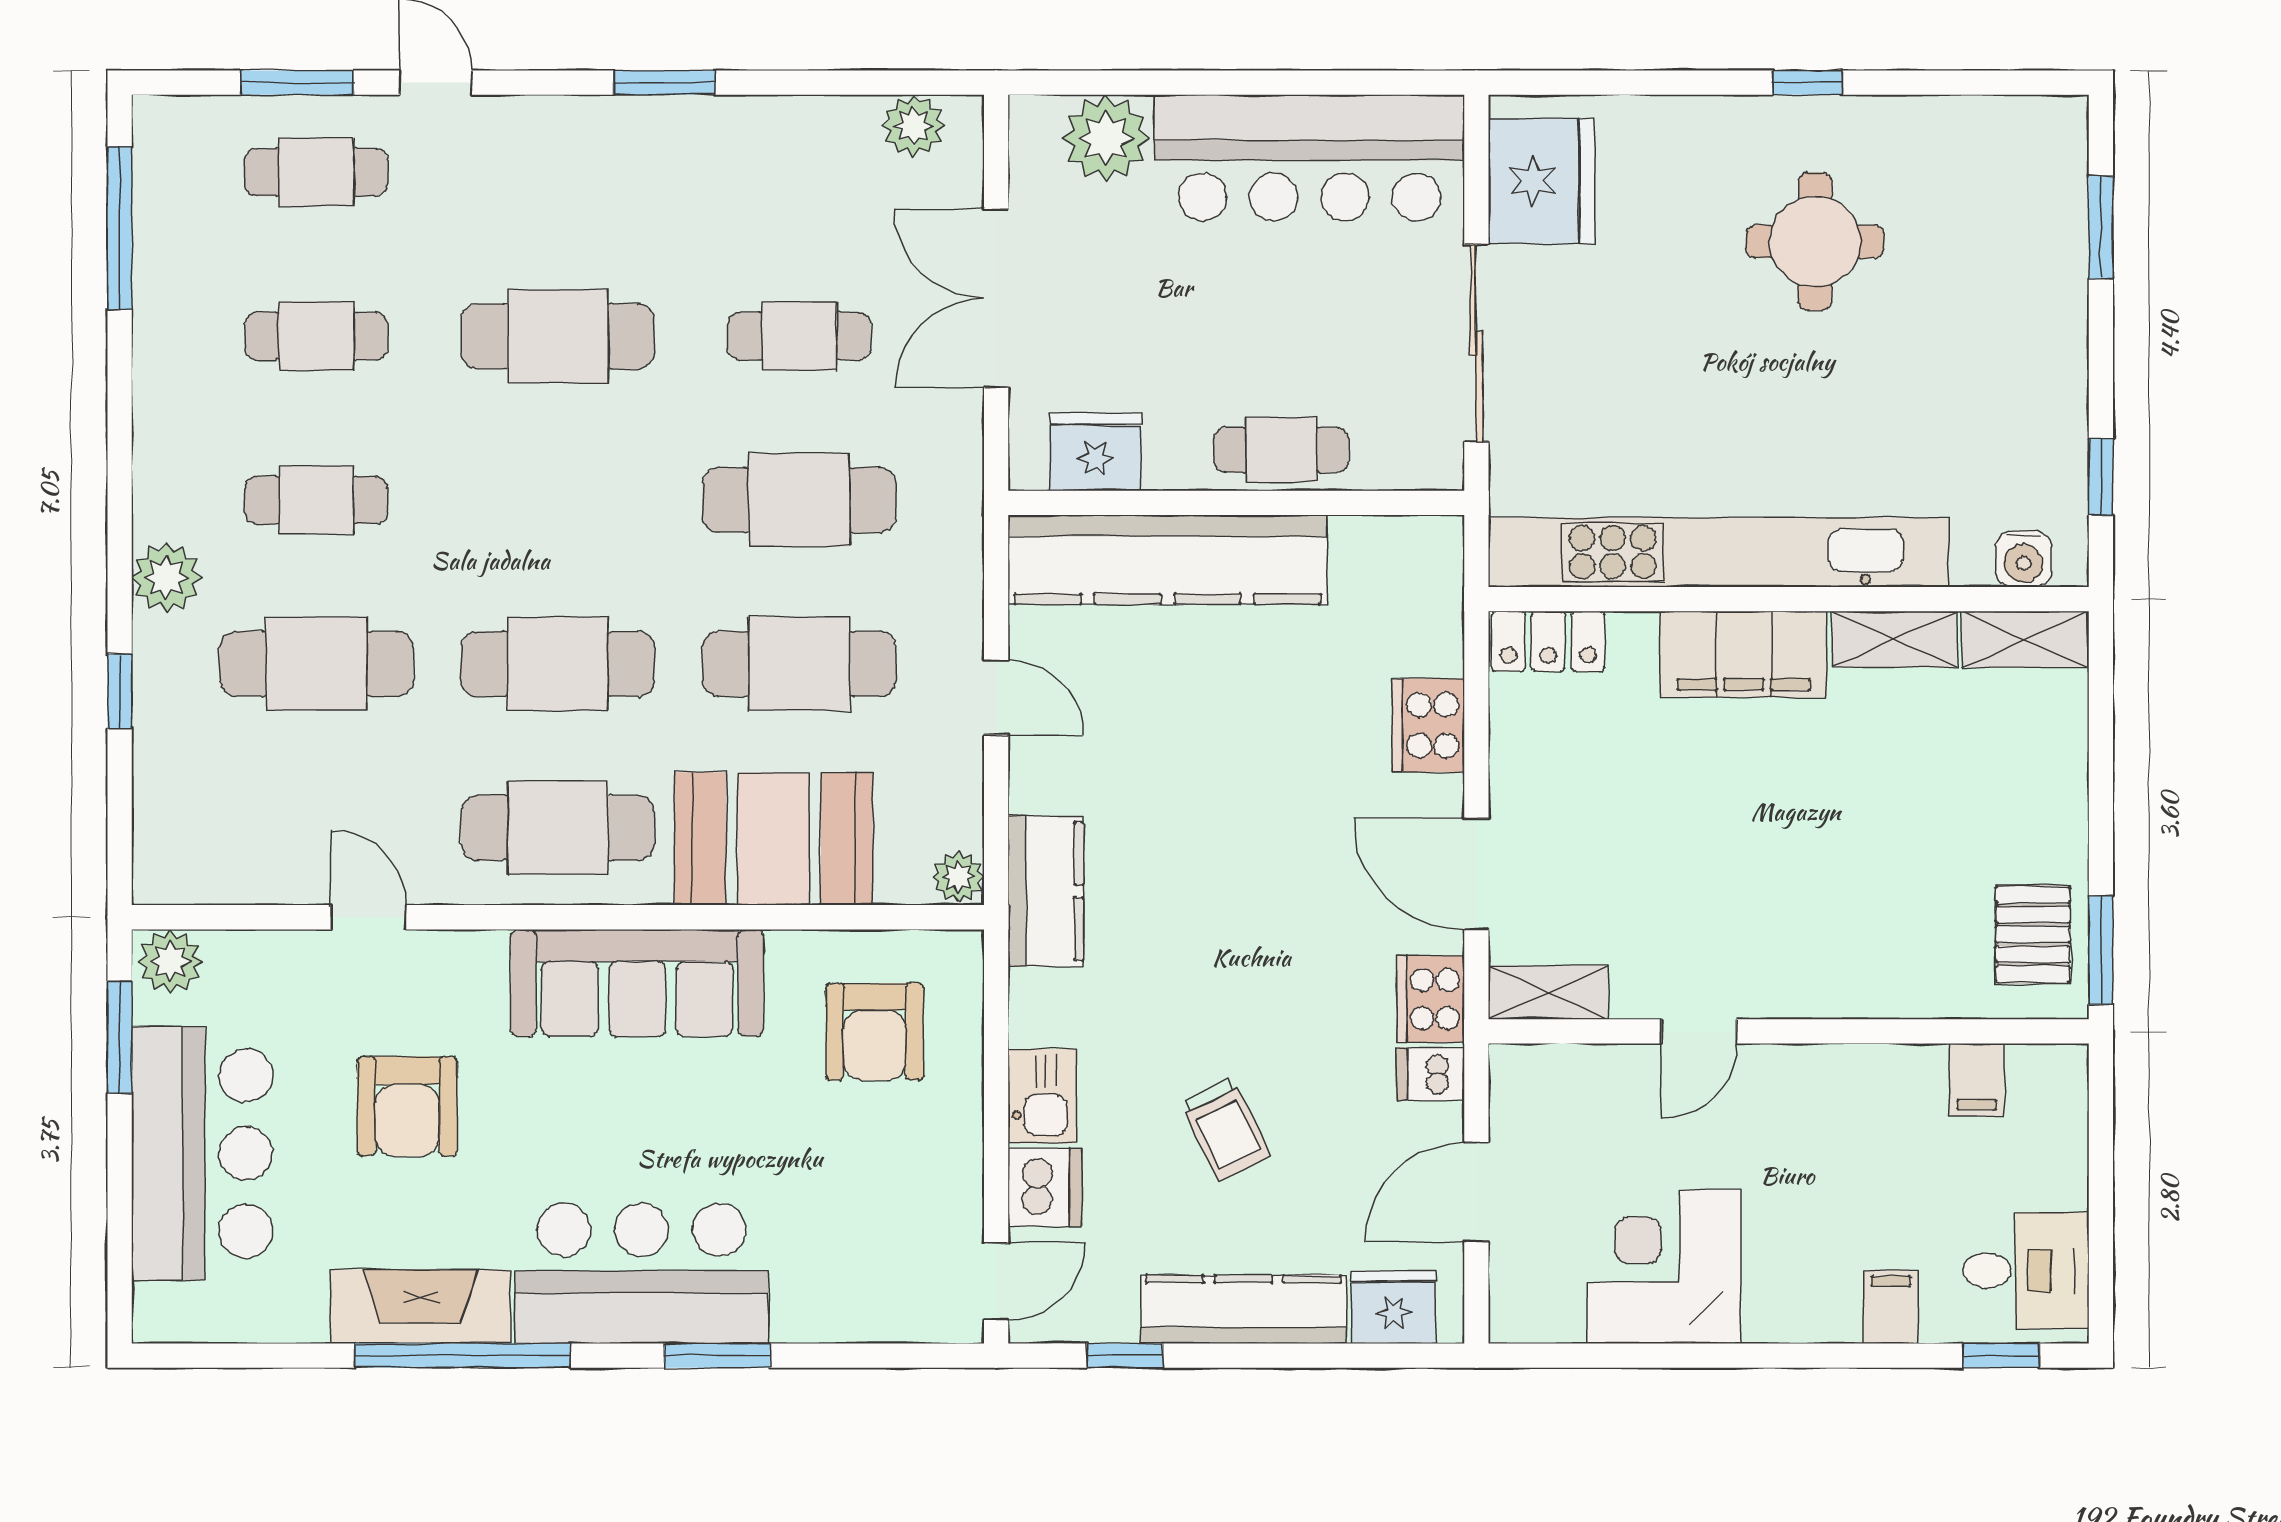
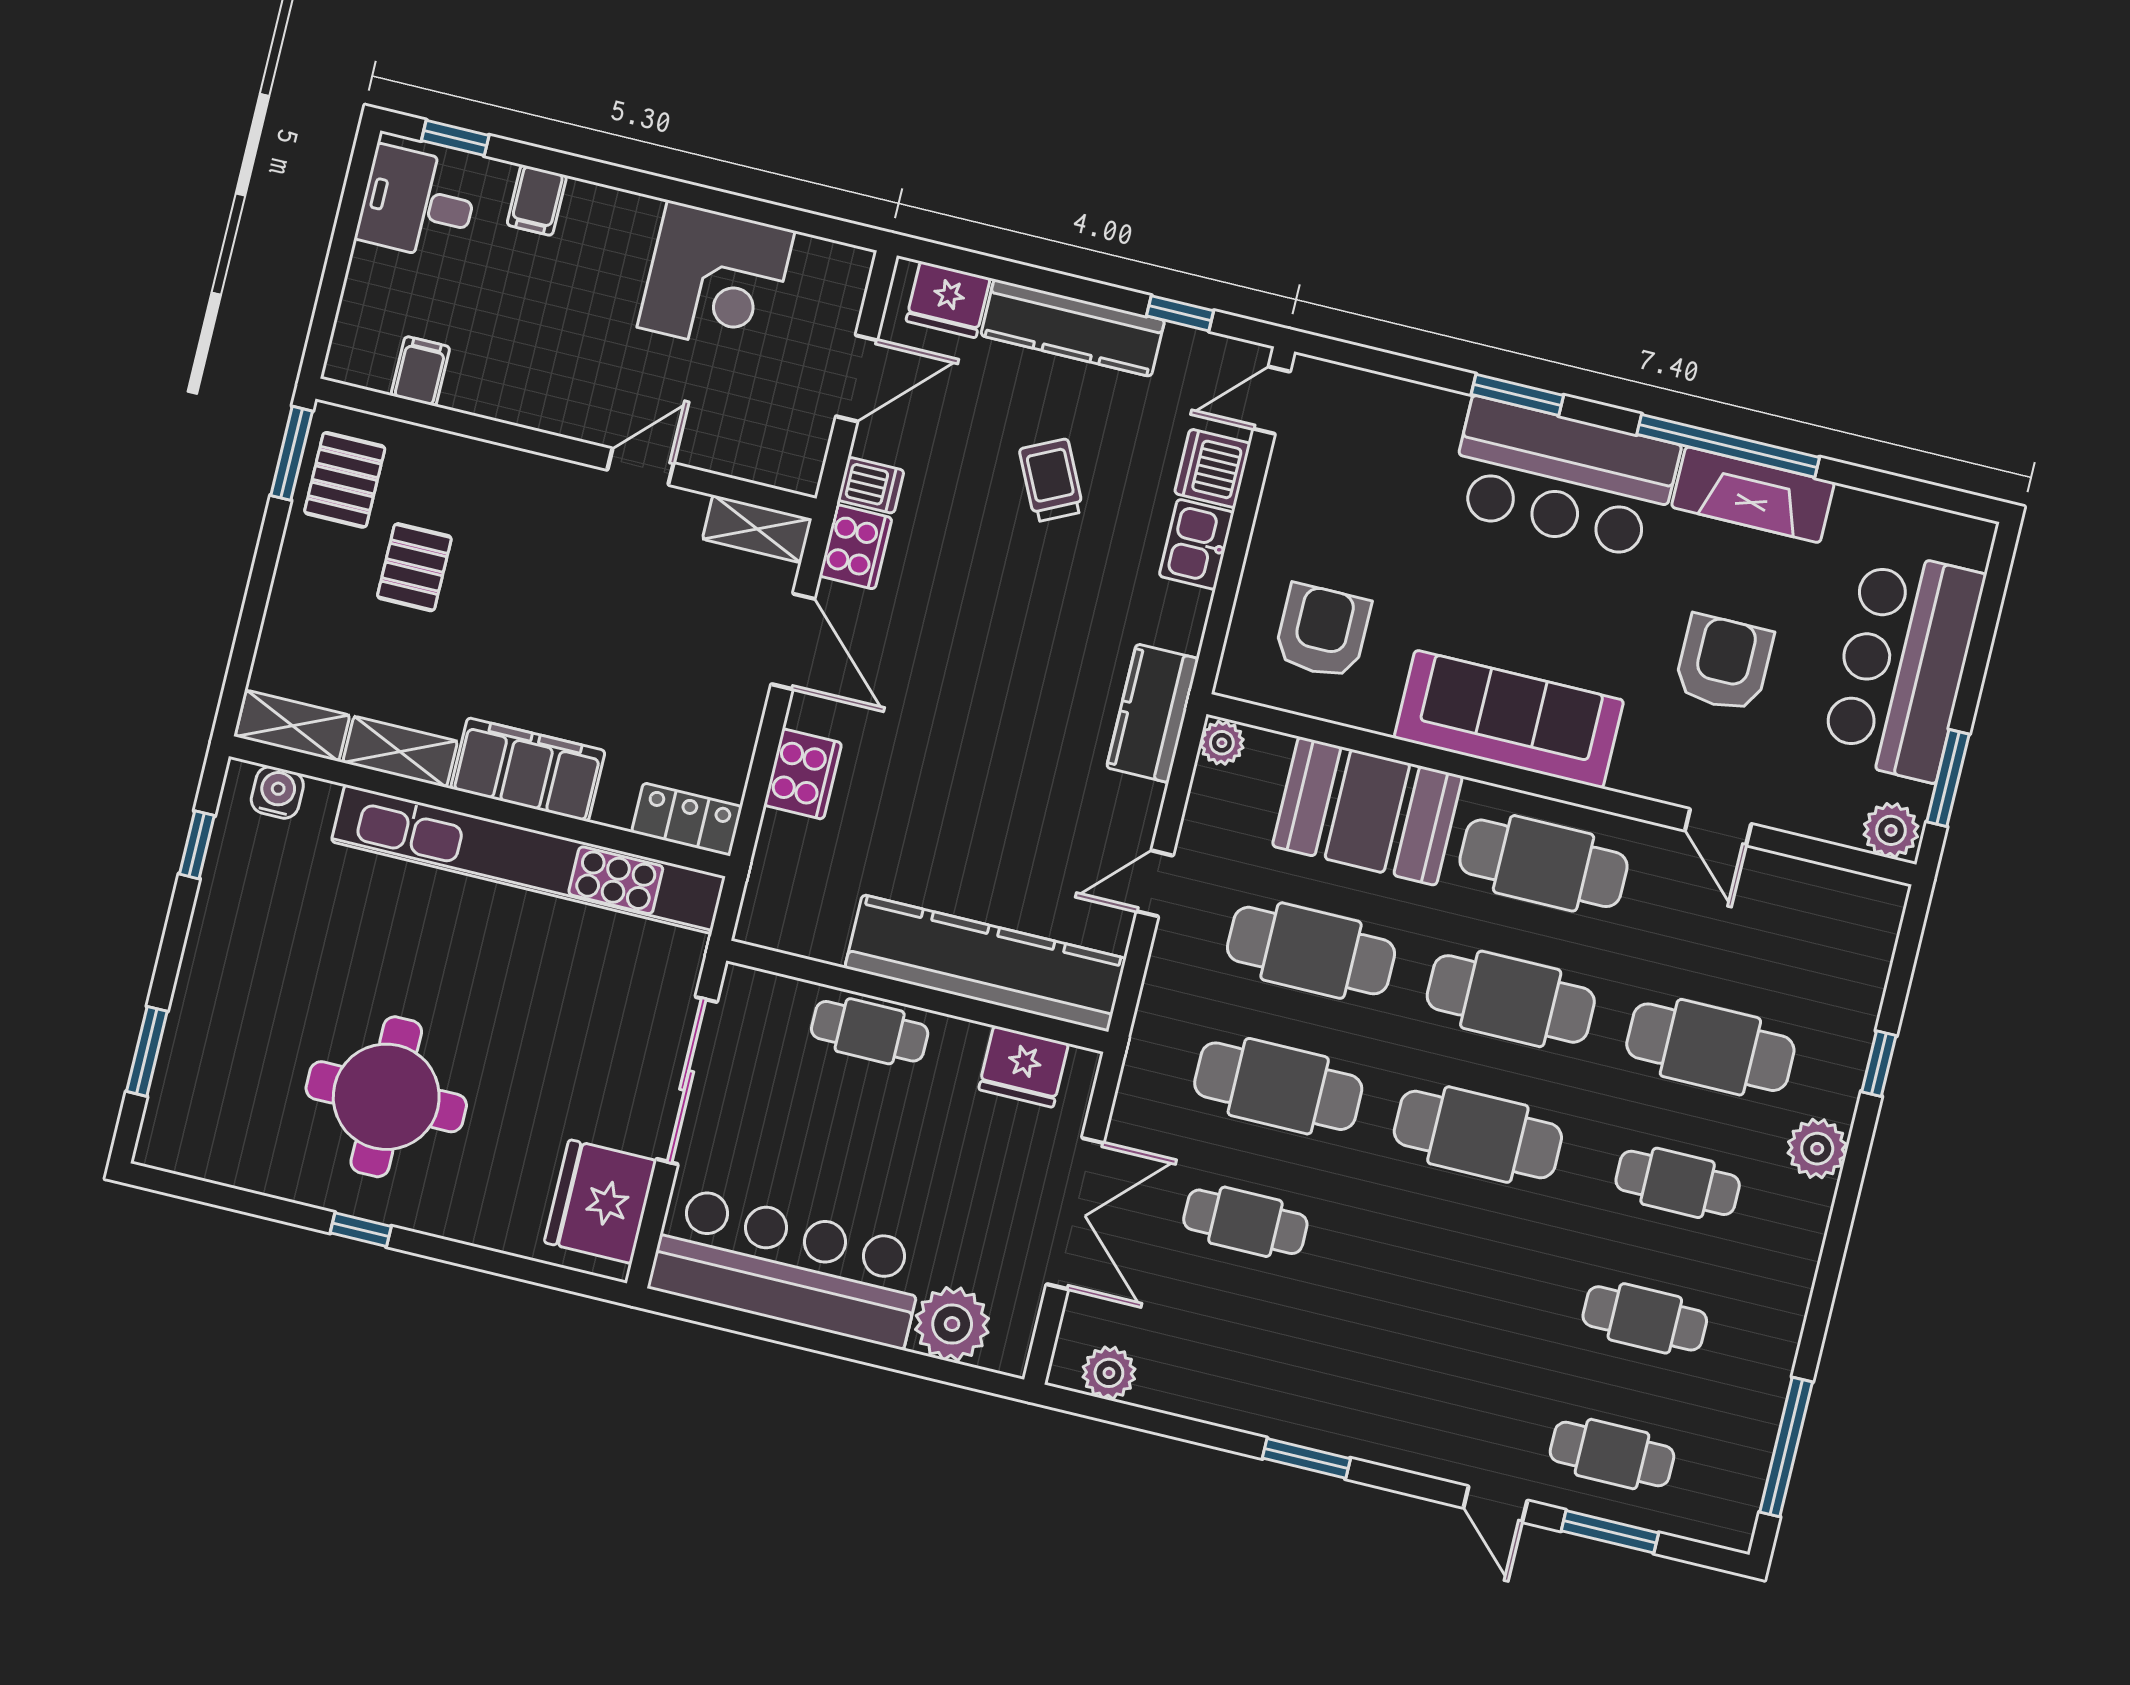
round table: (1815, 241) -> (386, 1097), width x1.36, depth x1.36
cafe table: (558, 336) -> (1478, 1135), moved
door: (996, 697) -> (1155, 883), hinge flipped
pallet: (1929, 854) -> (414, 567), added

